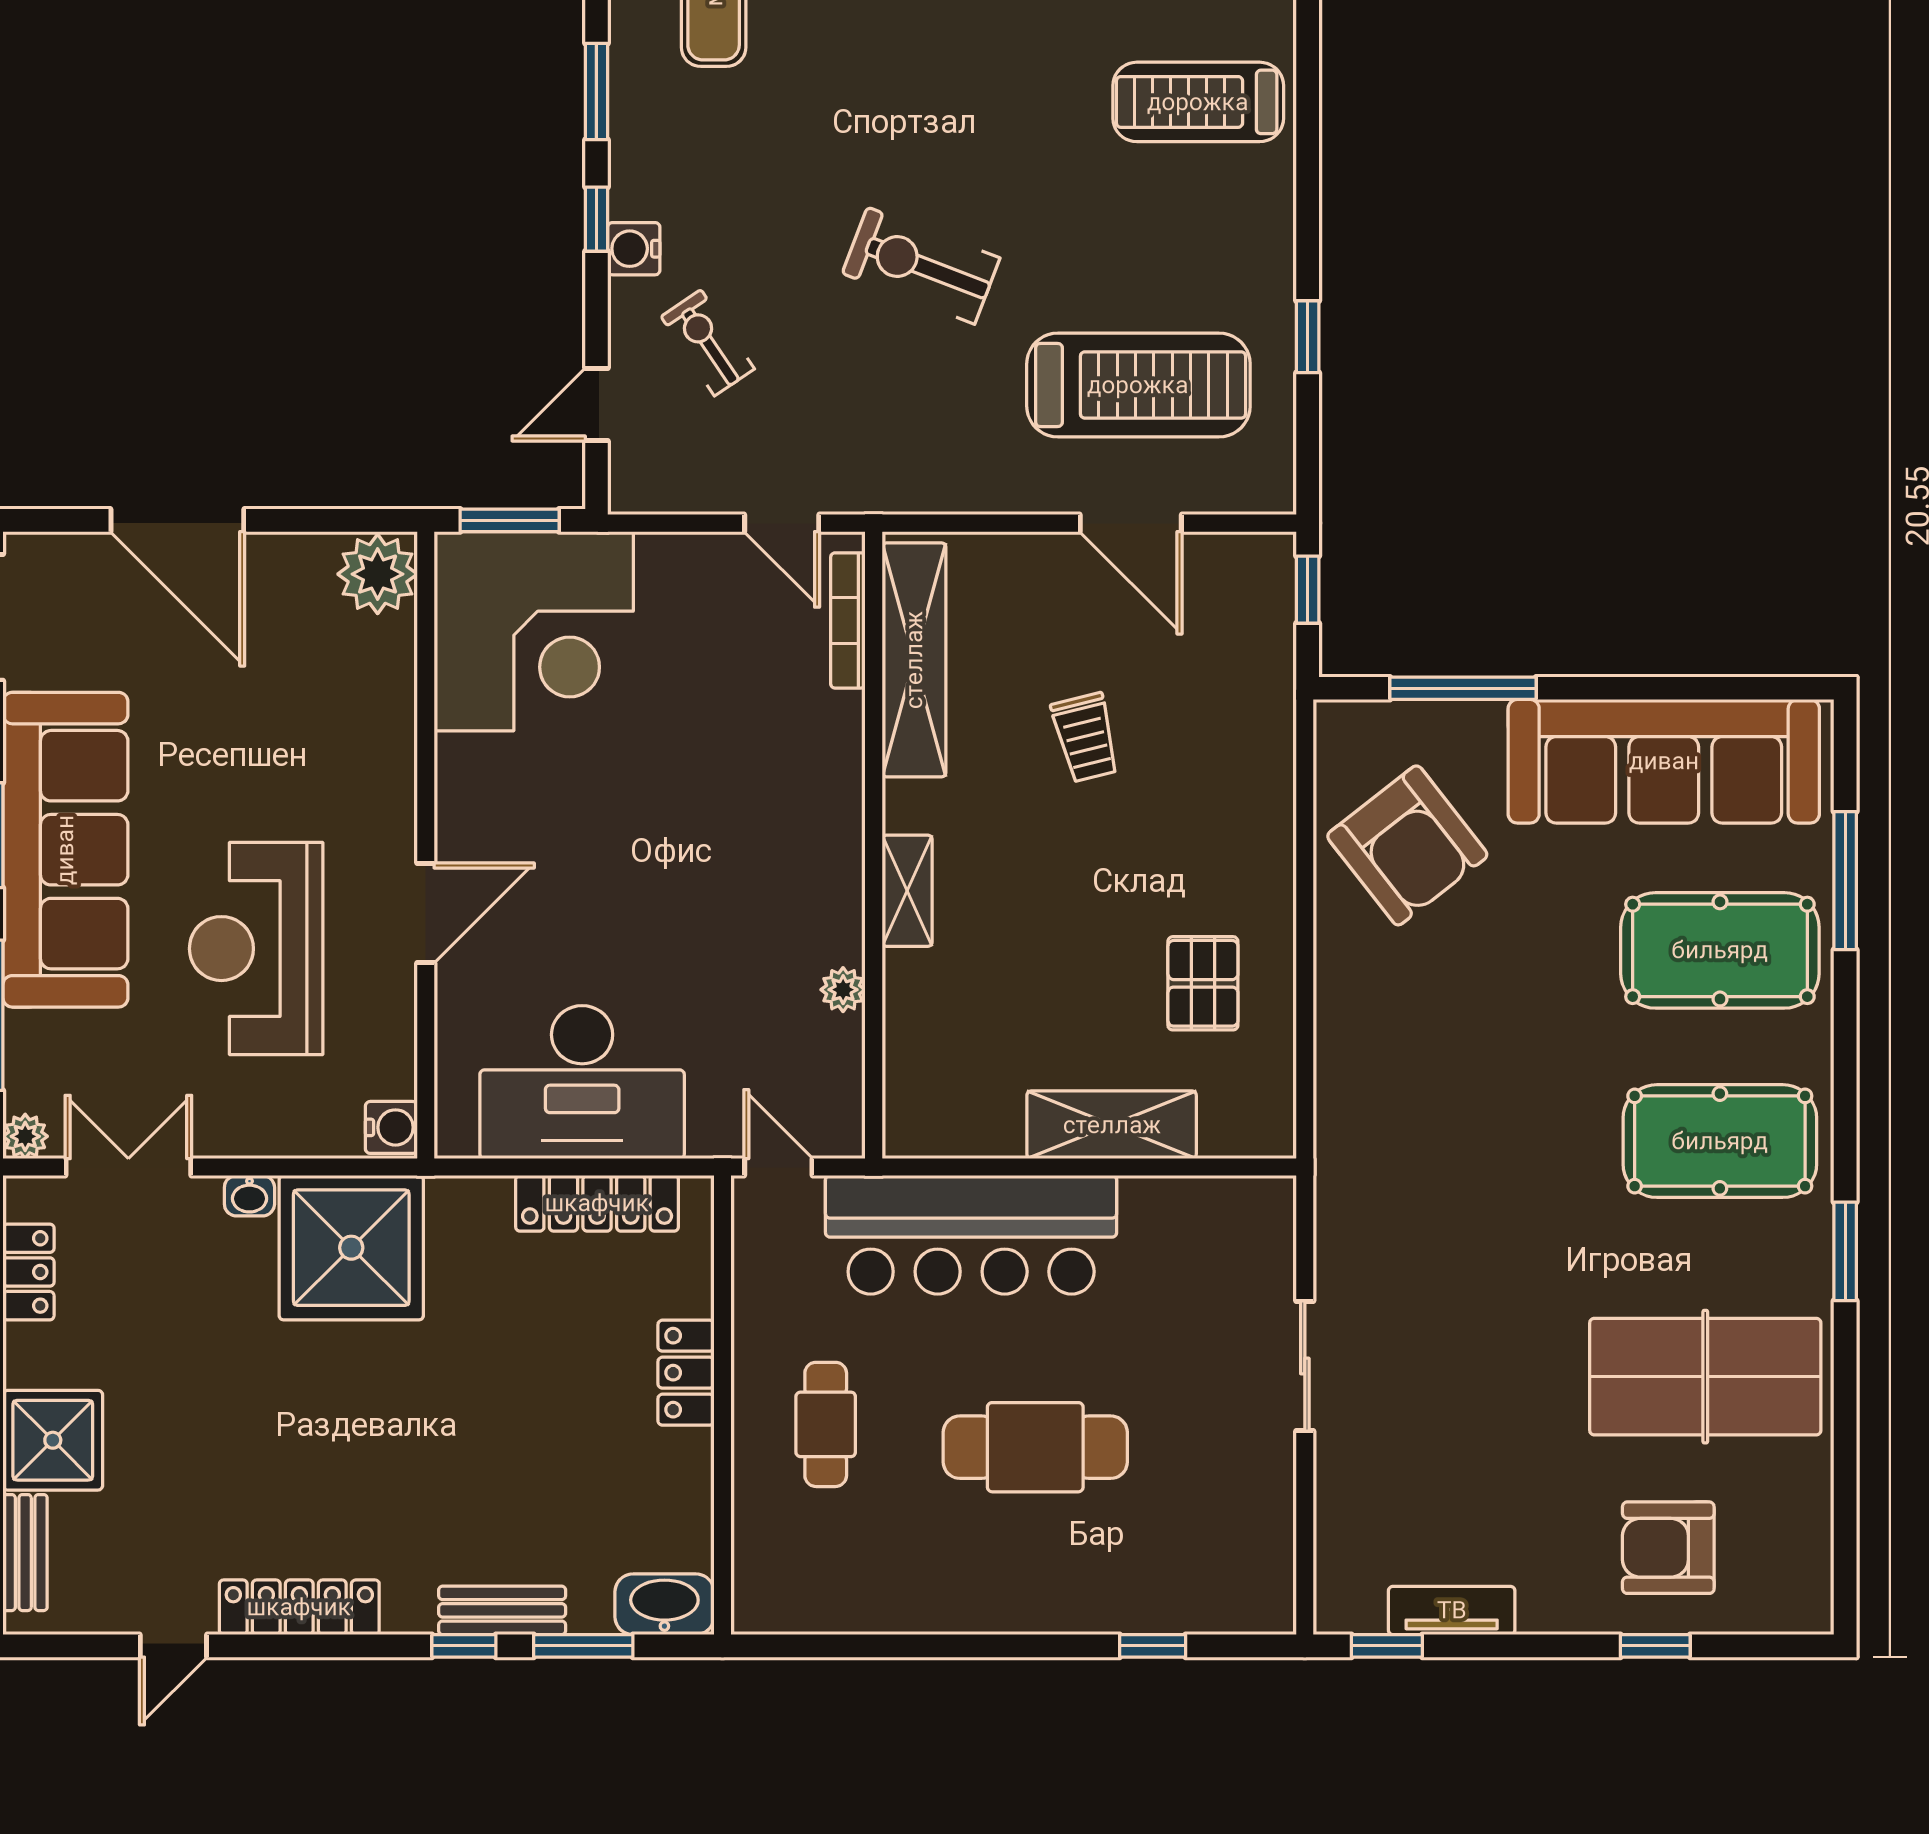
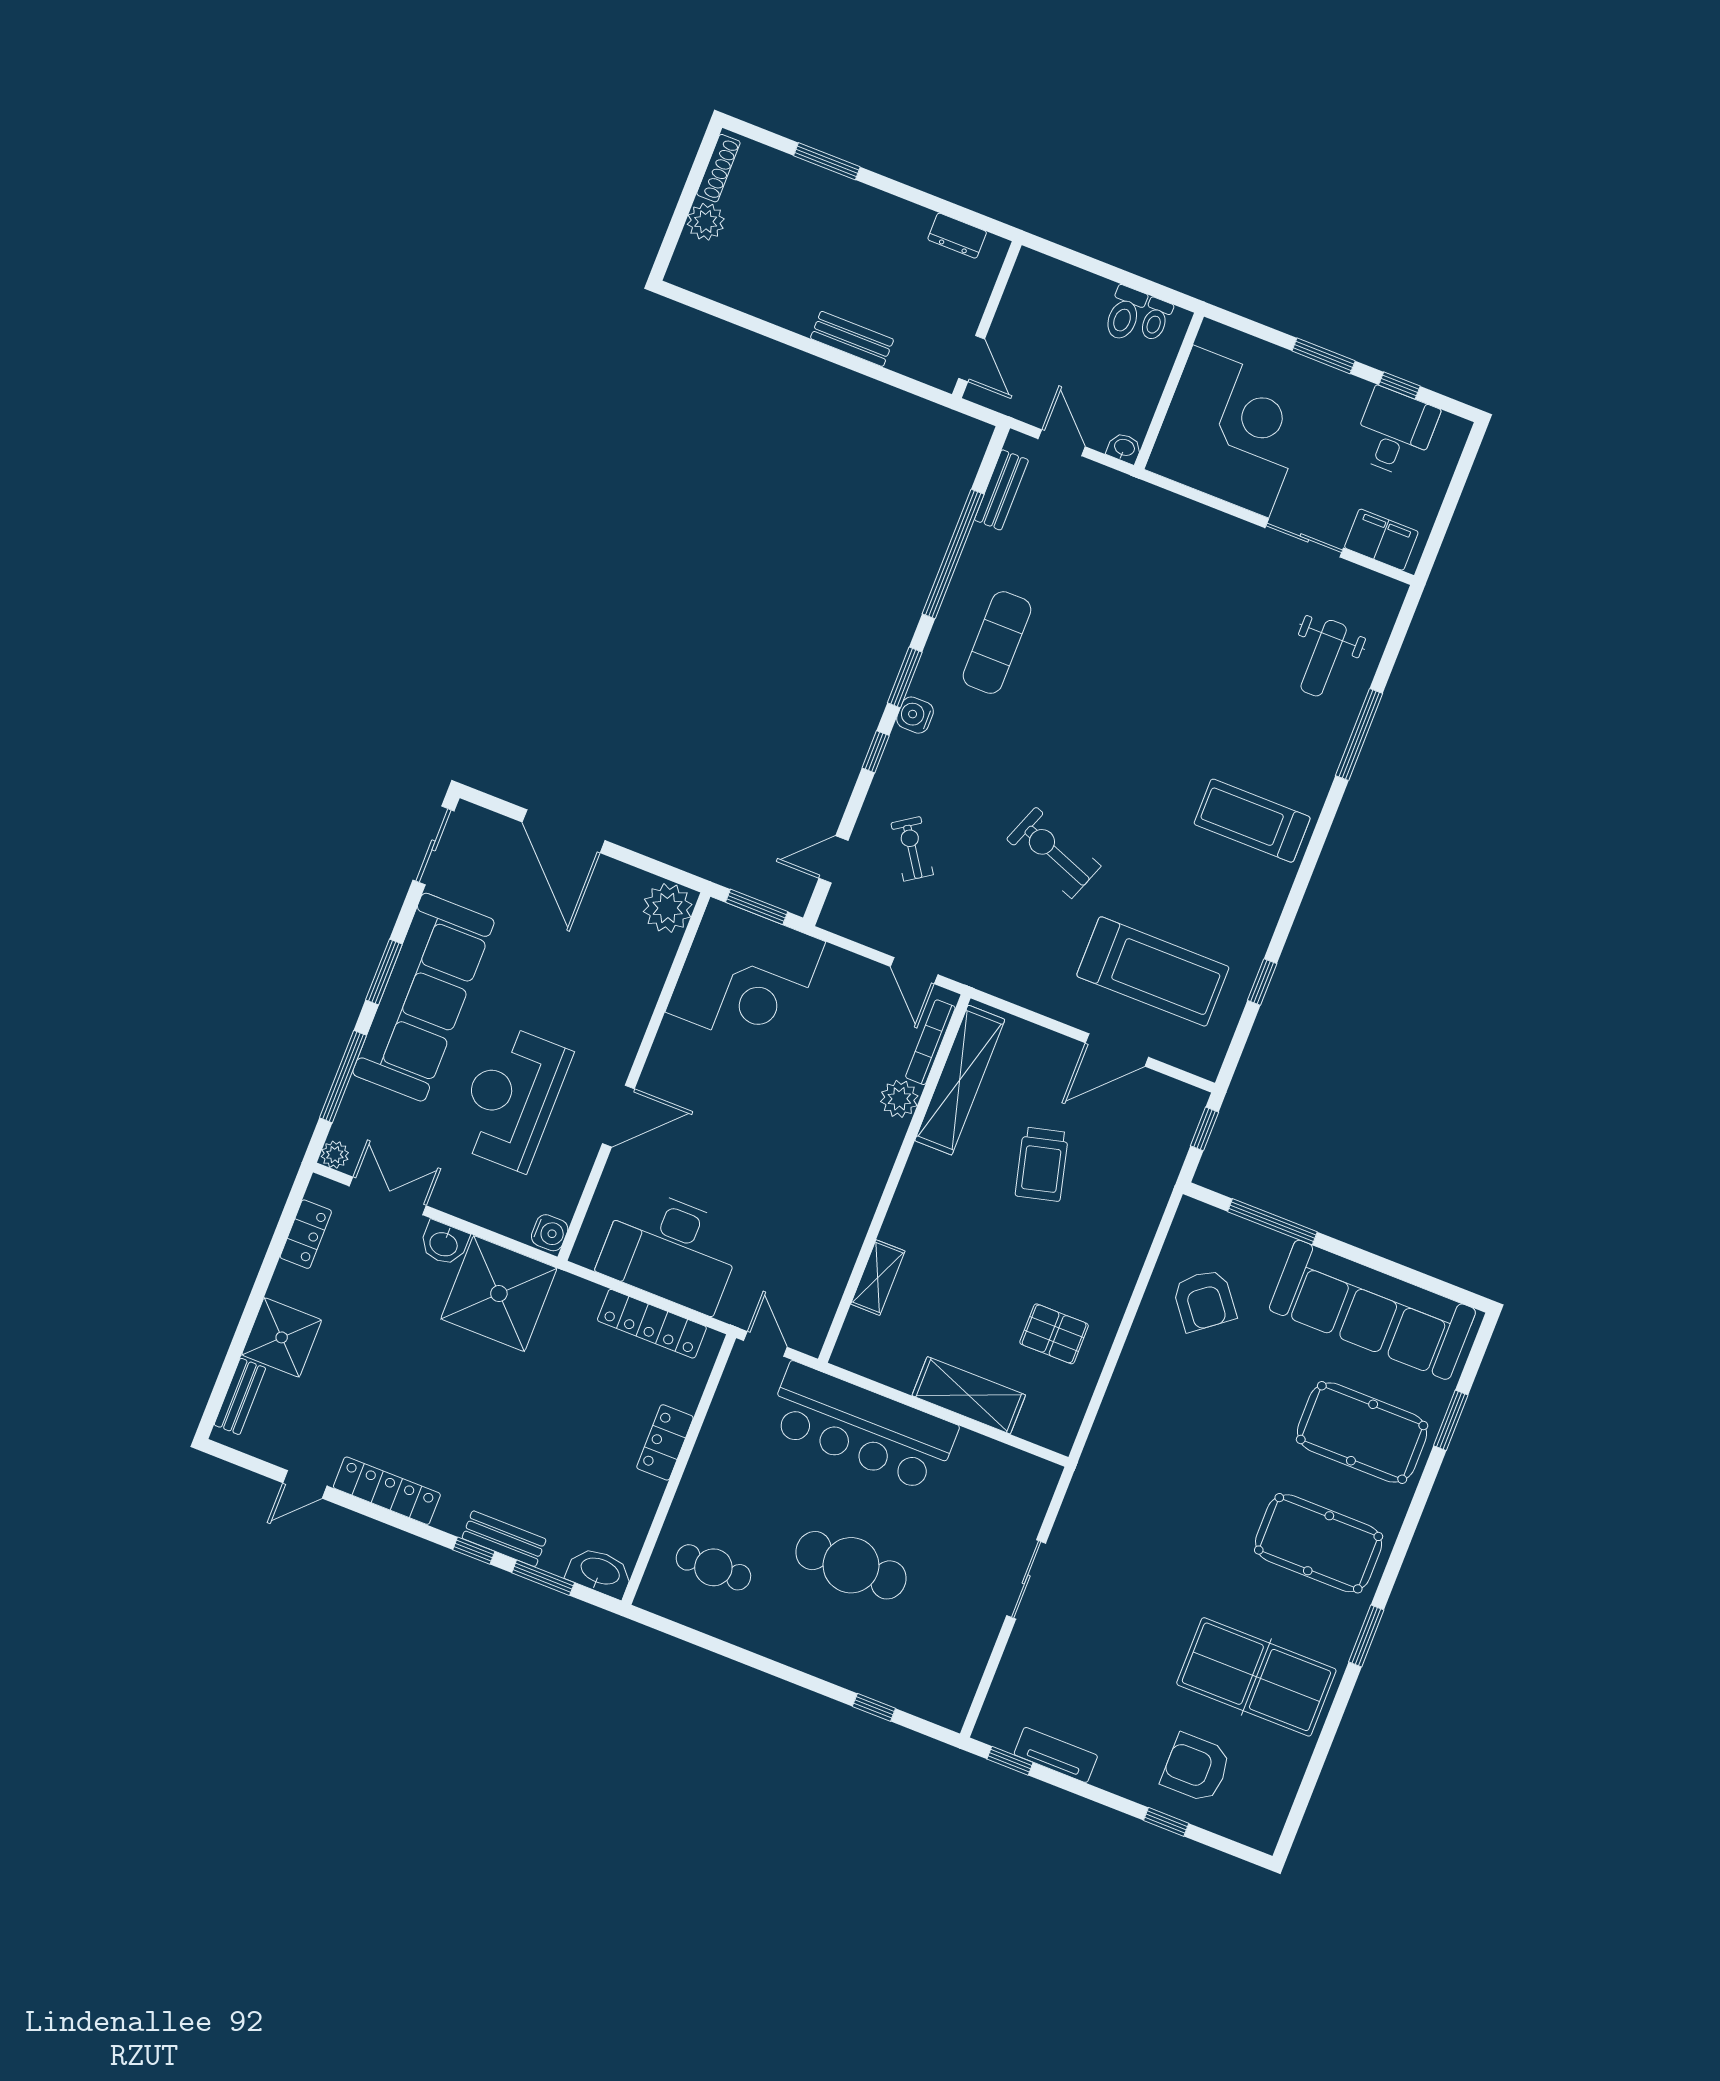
water cooler: (634, 249) -> (915, 715), moved
door: (1131, 523) -> (1117, 1050), hinge flipped
trolley: (1086, 737) -> (1042, 1164), width x1.36, depth x1.39
armchair: (1407, 845) -> (1204, 1300), width x0.73, depth x0.73
window: (1845, 881) -> (1451, 1420), width x0.69
shelving: (907, 891) -> (878, 1278), moved
pallet: (1203, 983) -> (1054, 1334), turned 90
plant: (843, 990) -> (899, 1099), moved, width x1.38, depth x1.38
washbasin: (249, 1196) -> (444, 1243), width x1.38, depth x1.45
cafe table: (826, 1424) -> (713, 1567), moved, turned 90

